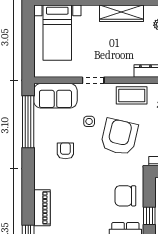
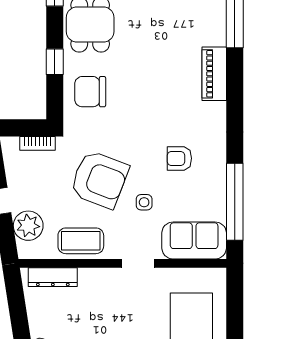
armchair: (119, 137) -> (99, 179), turned -82
armchair: (65, 151) -> (179, 158), turned 90
chair: (125, 196) -> (90, 92), turned 180

